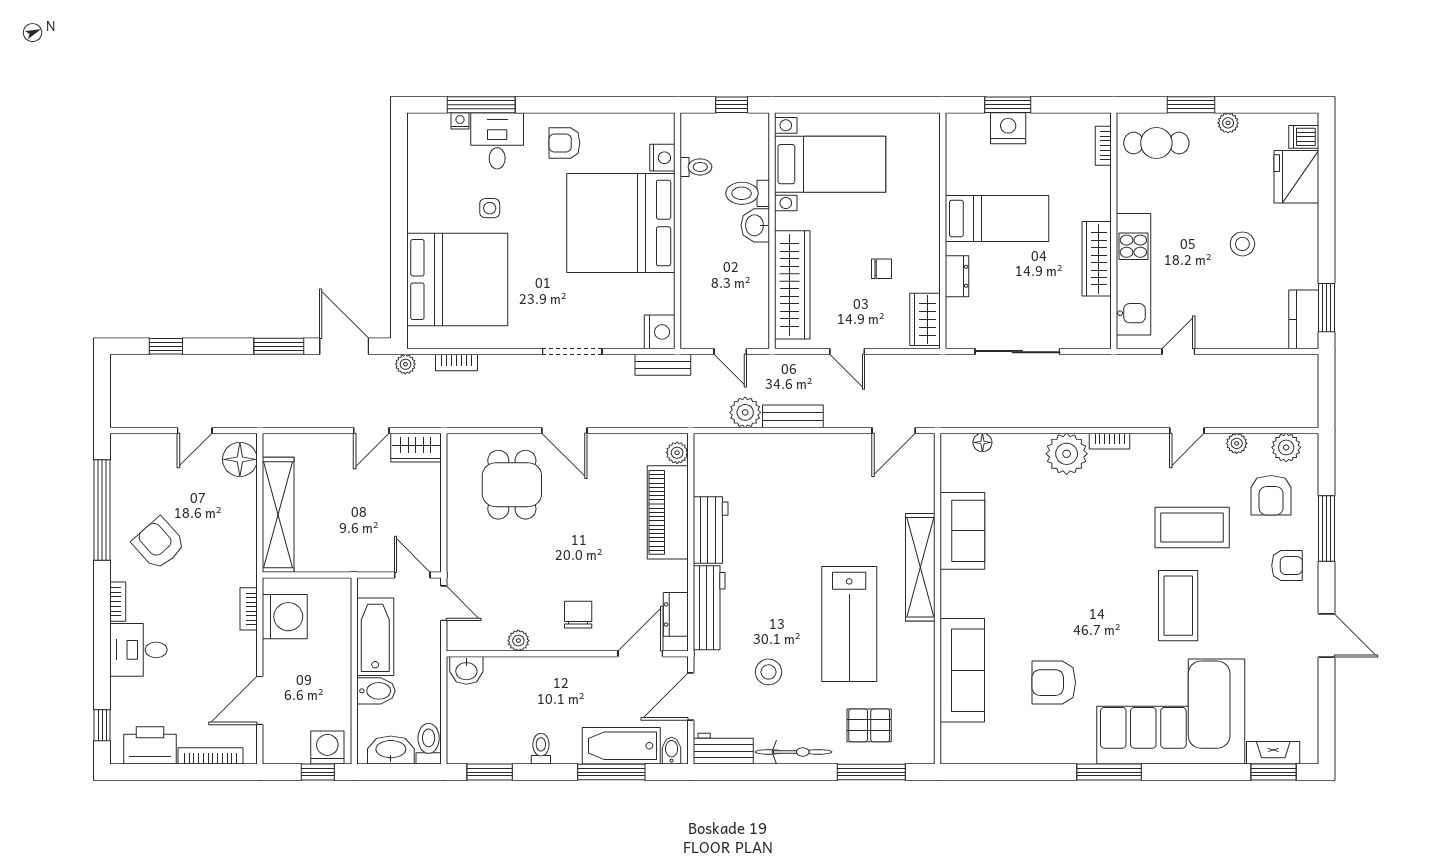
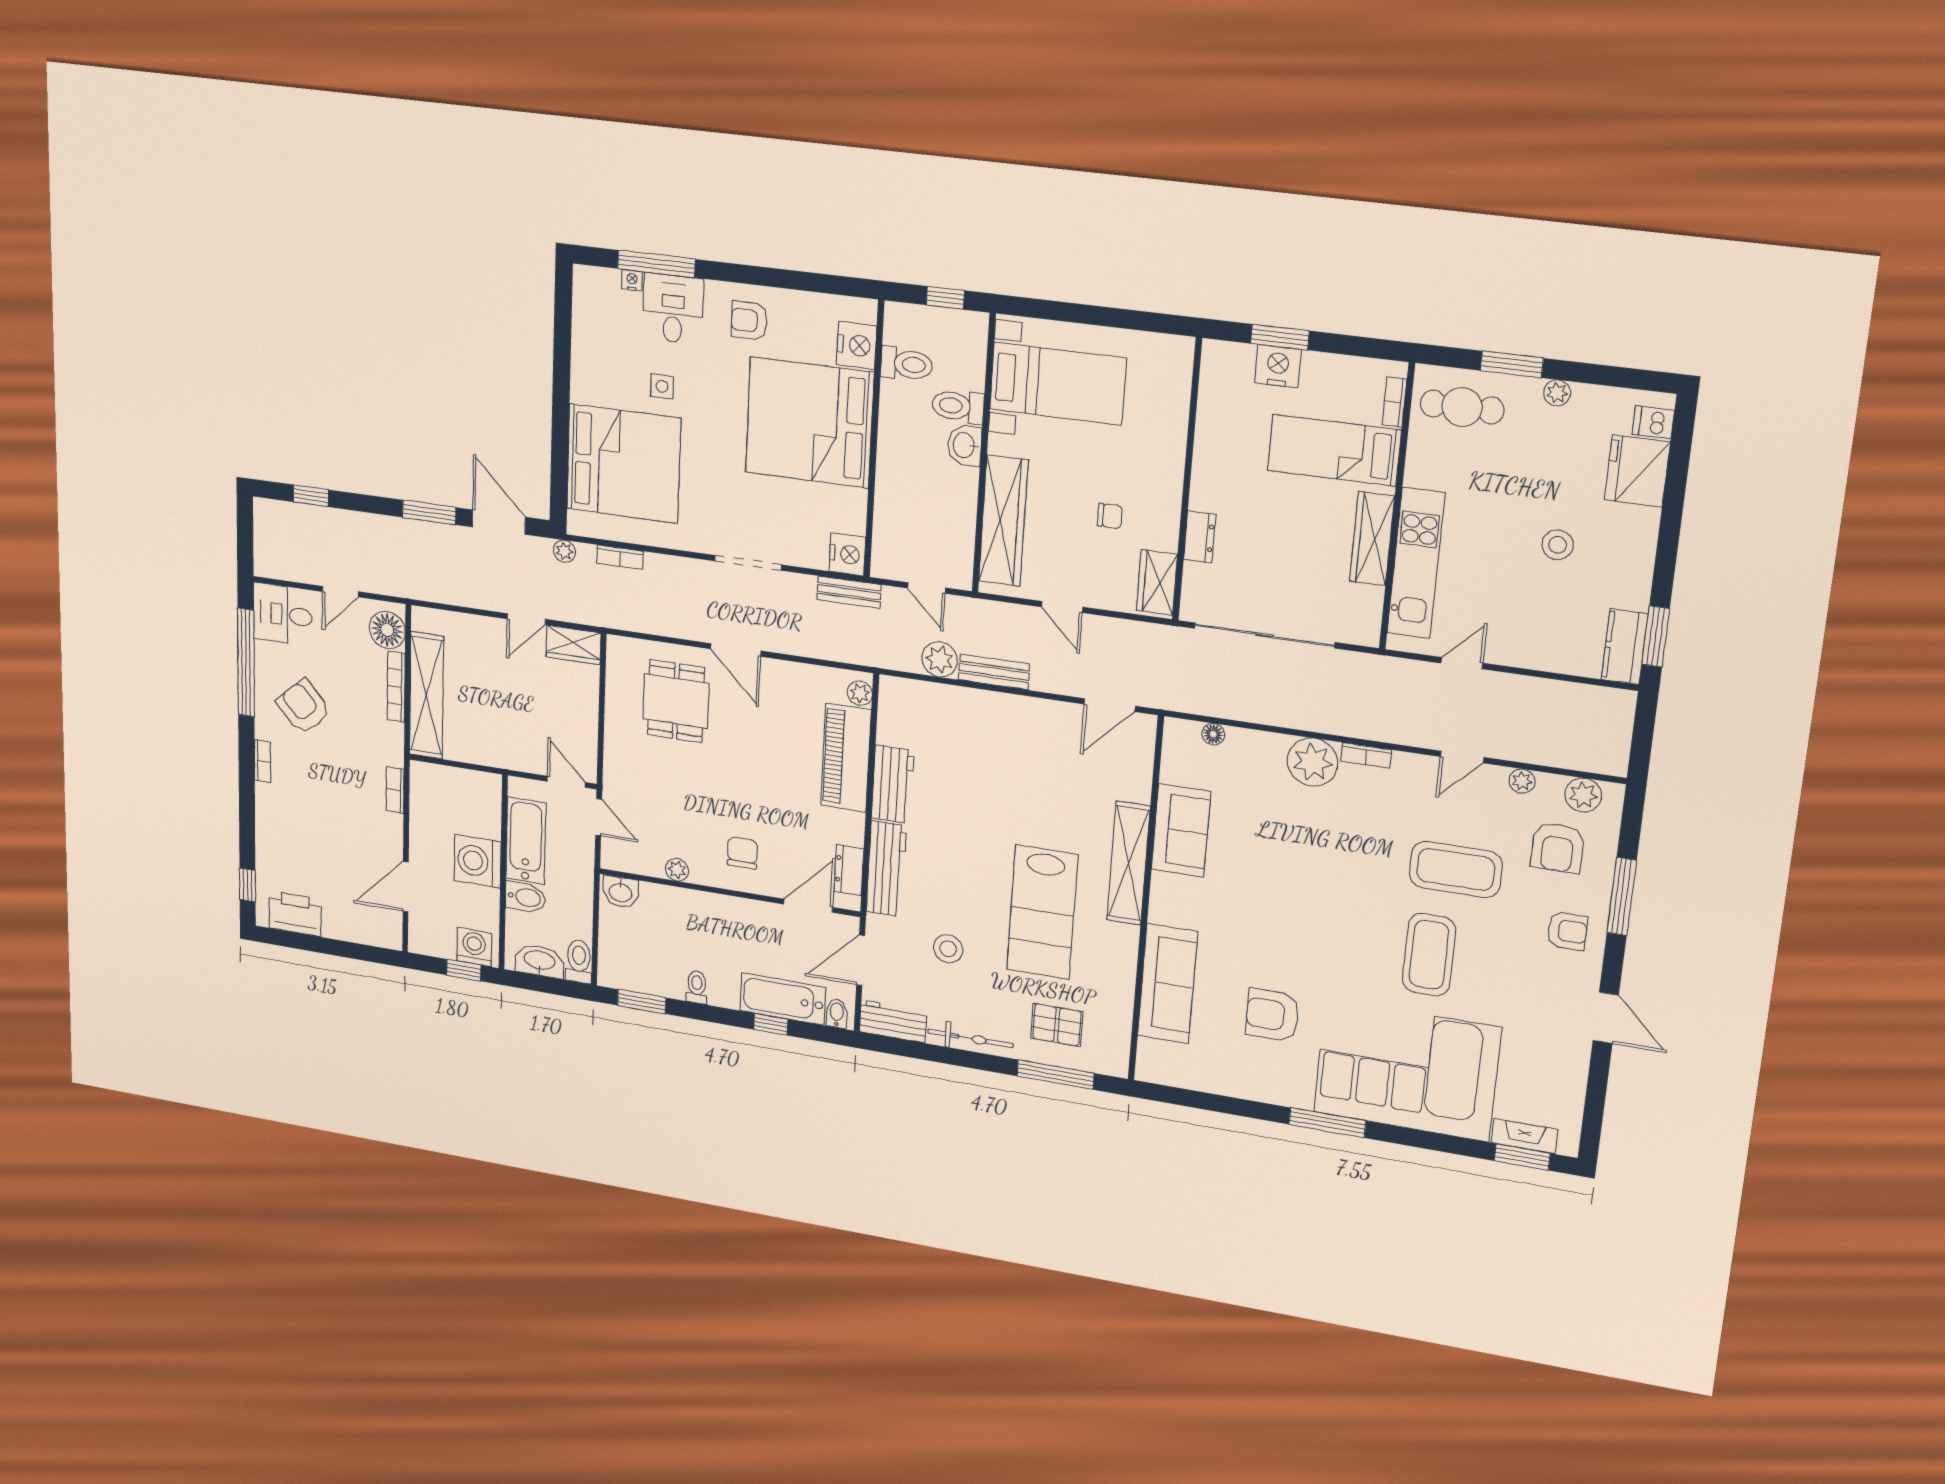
nightstand: (662, 158) -> (857, 345), width x1.36, depth x1.33
toilet: (696, 167) -> (907, 364), width x1.37, depth x1.39
bed: (997, 218) -> (1334, 450), moved, turned 180
sliding door: (1017, 352) -> (1264, 635), width x1.36
washing machine: (285, 617) -> (478, 861), moved, turned 180
desk: (138, 650) -> (283, 614), moved
bookcase: (210, 756) -> (396, 687), moved, turned -90
window: (611, 772) -> (771, 1024), width x0.46

